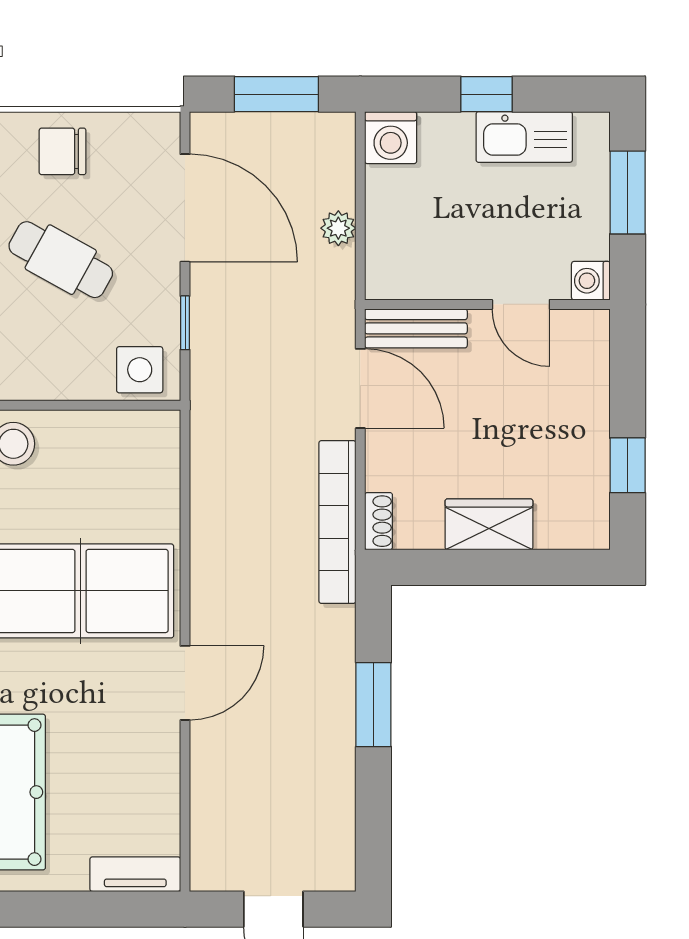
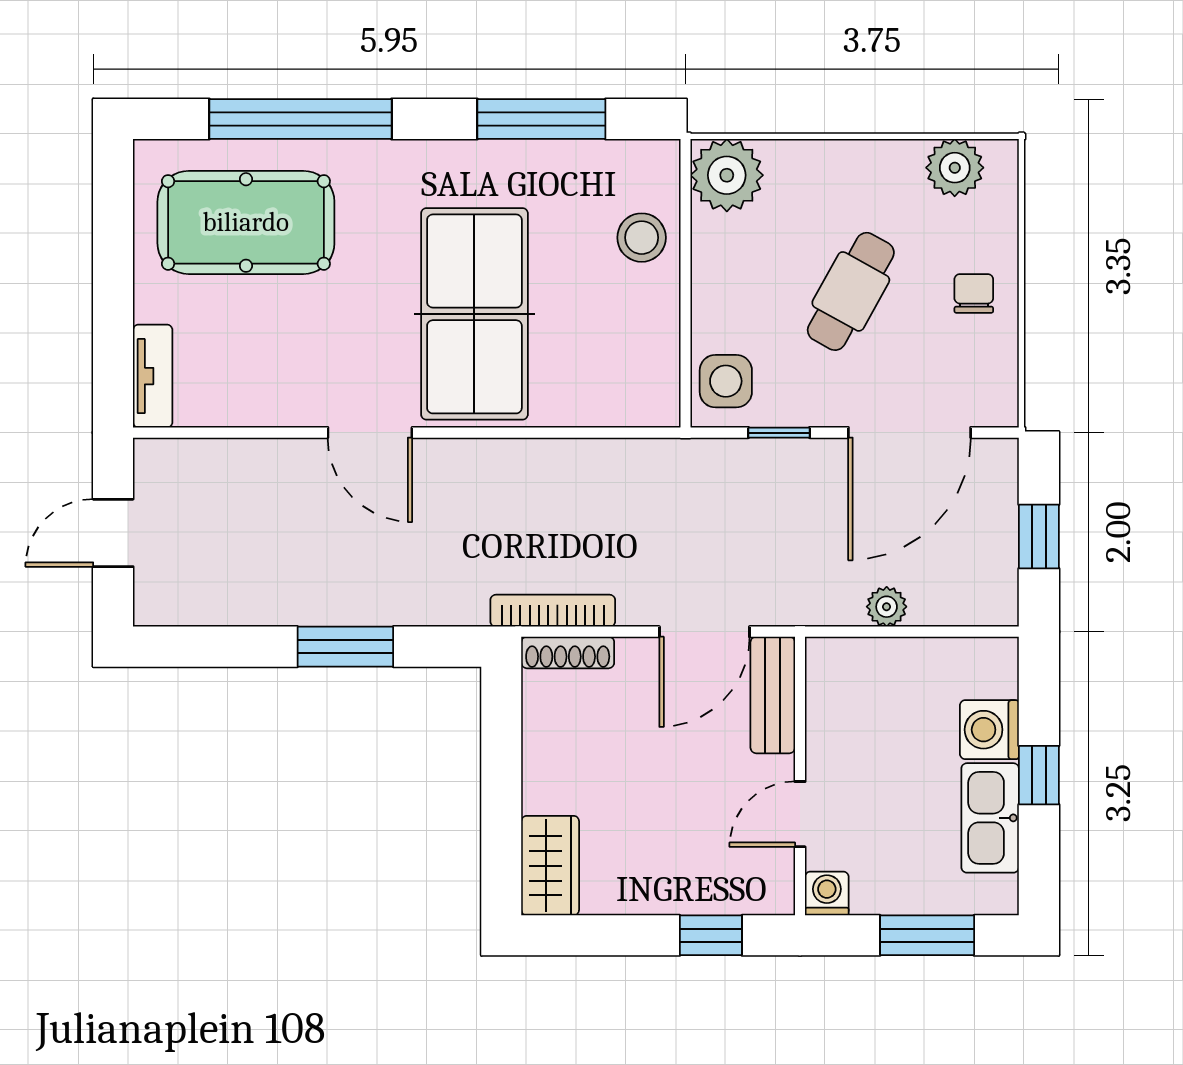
window: (276, 94) -> (1039, 536), width x0.67
washing machine: (391, 138) -> (989, 730), moved
chair: (63, 151) -> (974, 293), width x0.73, depth x0.73
window: (628, 465) -> (711, 935), moved
shoe rack: (379, 521) -> (568, 652), width x1.43
bookcase: (337, 522) -> (553, 611), width x0.68, depth x0.76
wardrobe: (489, 524) -> (550, 866), moved

